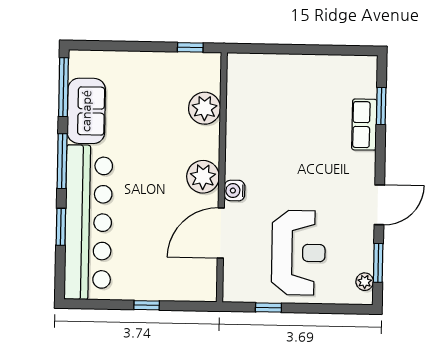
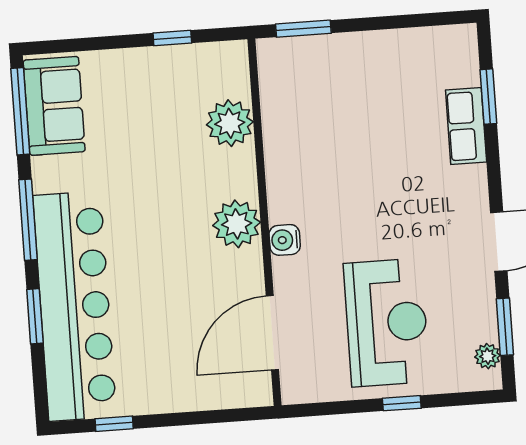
window: (190, 47) -> (172, 38), moved
window: (260, 49) -> (303, 29), added
sofa: (86, 111) -> (54, 106), moved
door: (221, 233) -> (272, 333), moved
window: (147, 305) -> (114, 424), moved
window: (268, 308) -> (402, 403), moved

